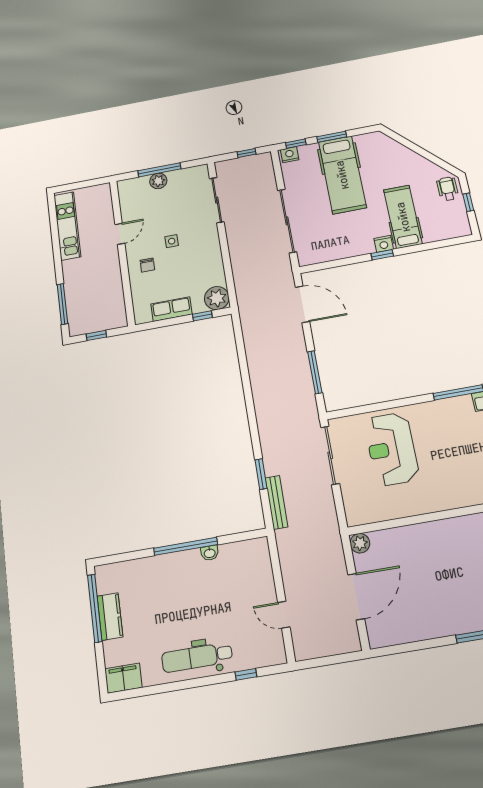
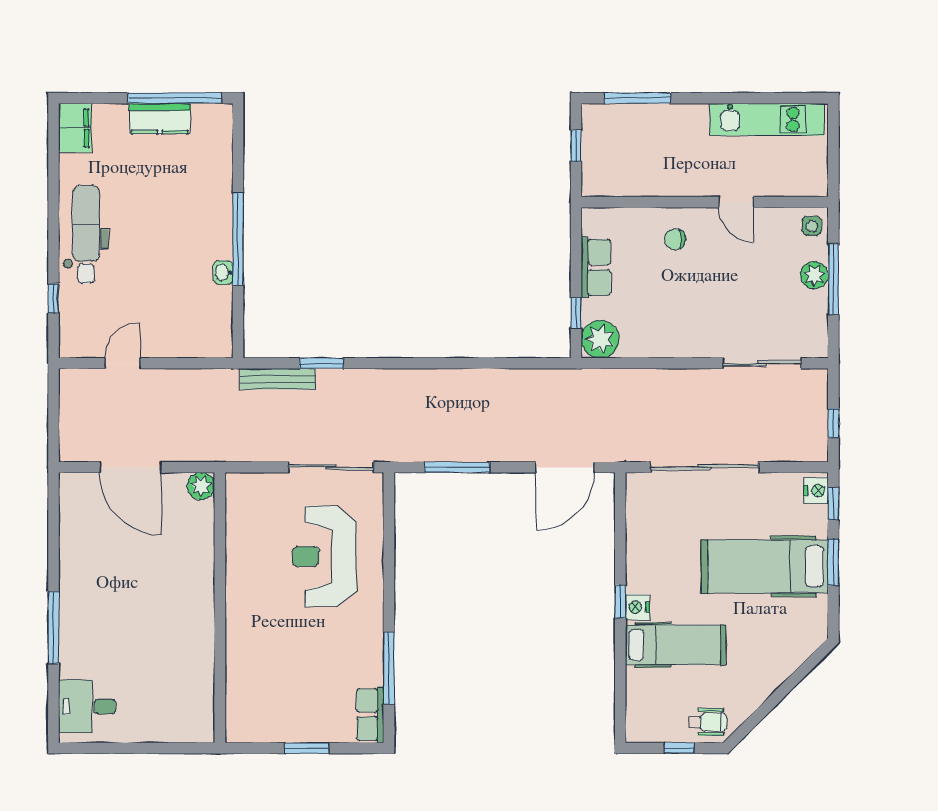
side table: (172, 241) -> (812, 226), moved
reception desk: (392, 449) -> (324, 556), turned -90

